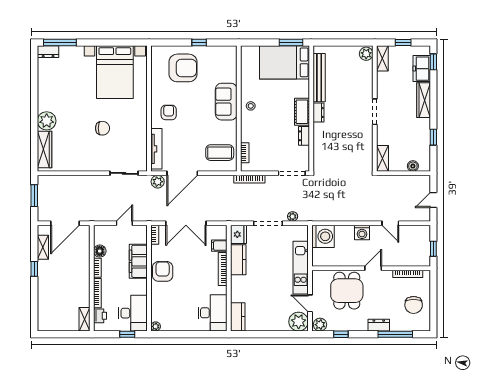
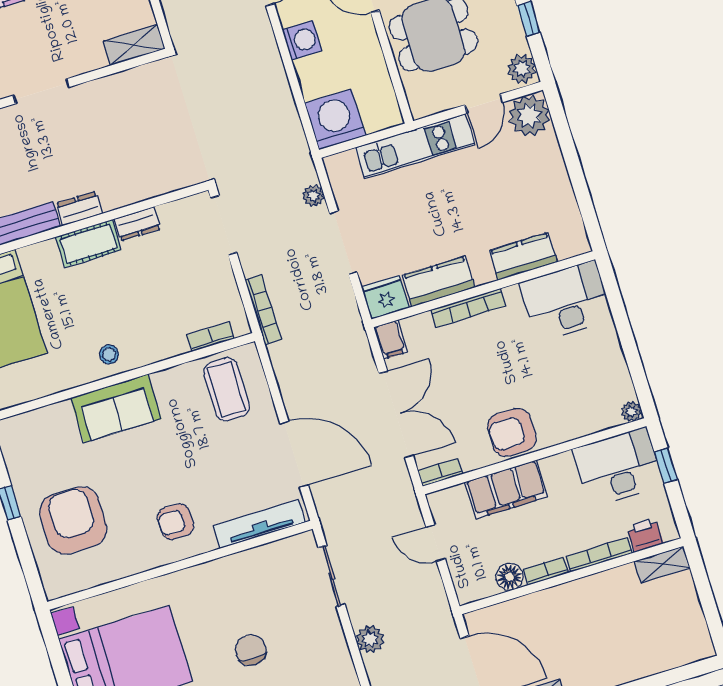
plant: (158, 182) -> (370, 639), moved
filing cabinet: (219, 246) -> (391, 340), moved
kitchen counter: (238, 317) -> (523, 256), moved

